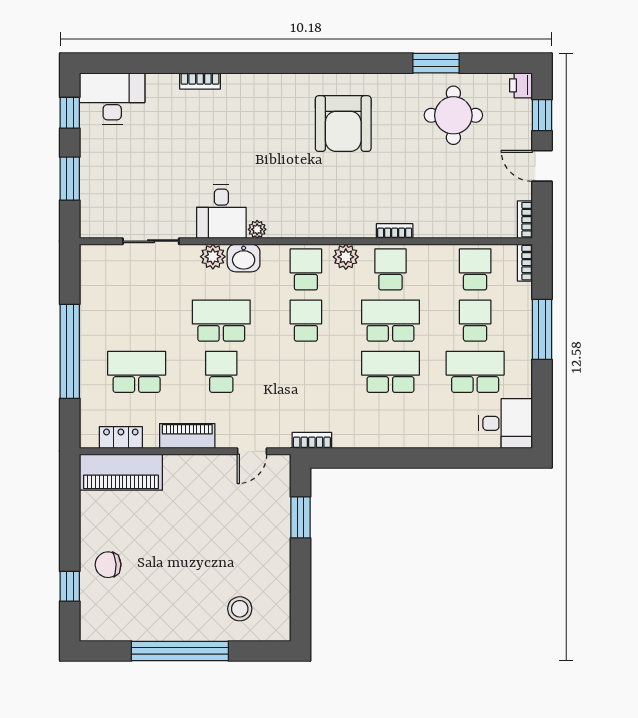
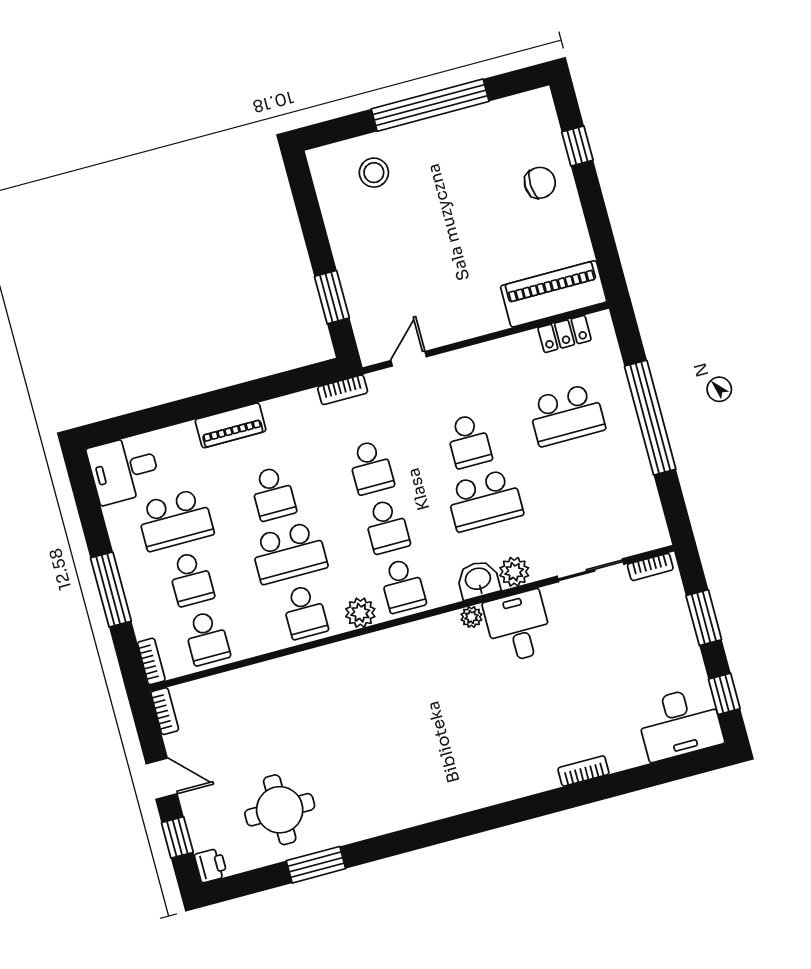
armchair: (343, 124) -> (405, 766), removed
bookcase: (395, 231) -> (650, 567), moved
school desk: (306, 372) -> (371, 467), added
school desk: (390, 372) -> (273, 494), width x0.54
piano: (187, 436) -> (231, 425), moved

